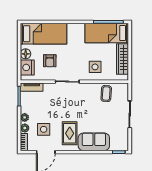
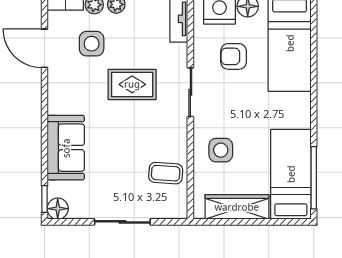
rug: (70, 133) -> (132, 84), moved
floor lamp: (123, 146) -> (58, 209), added

